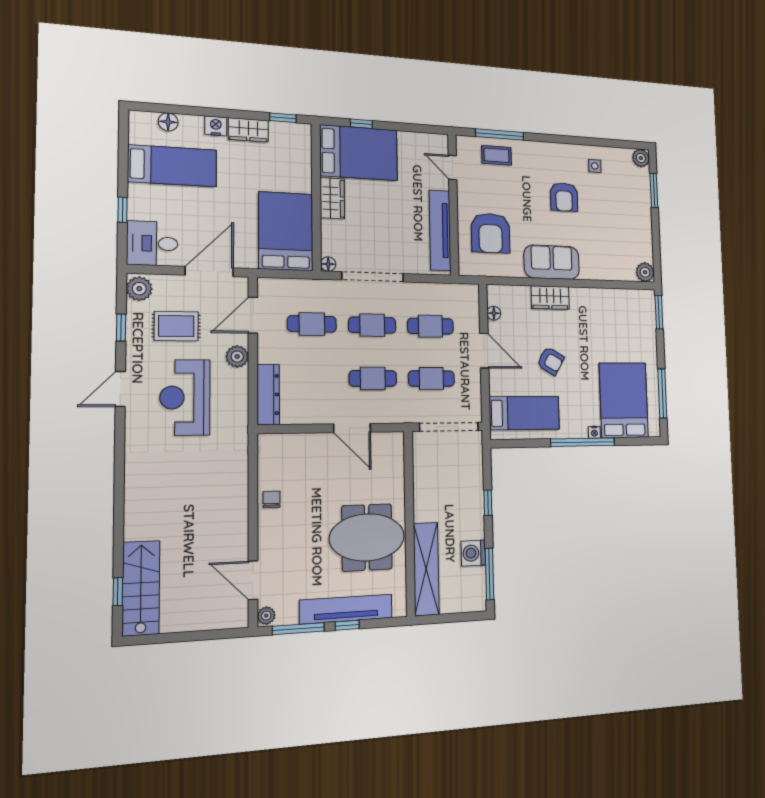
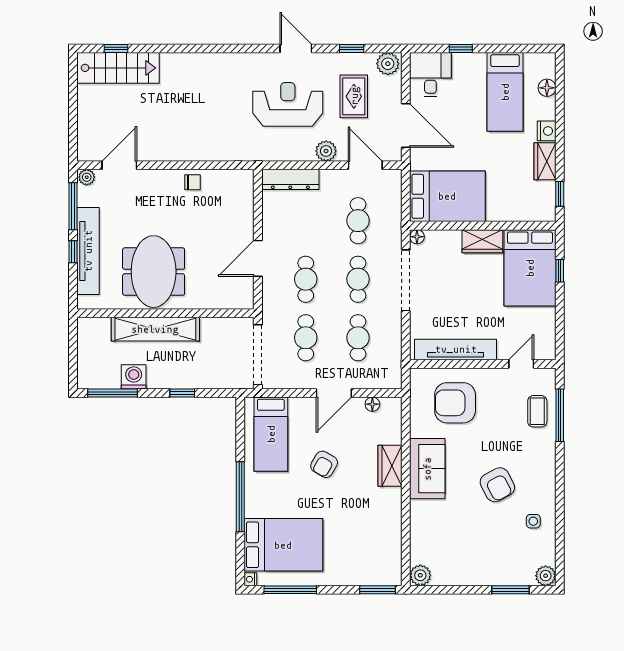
armchair: (564, 197) -> (497, 485), turned -118
nightstand: (594, 432) -> (250, 579), moved
shelving: (426, 569) -> (155, 329), moved

